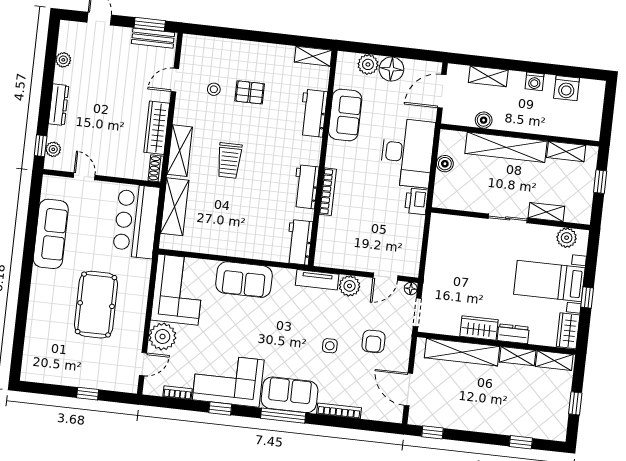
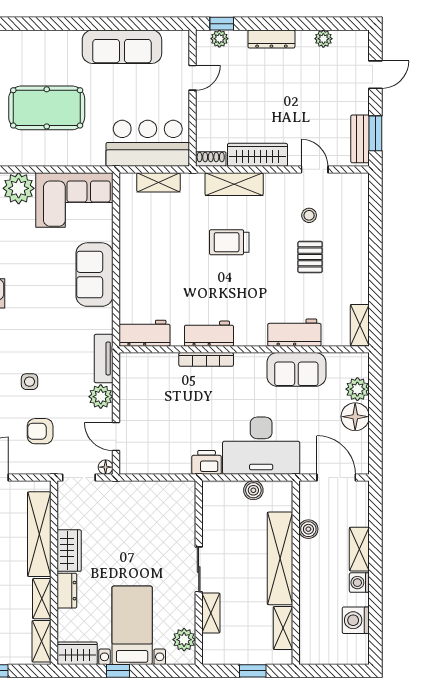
shelving: (488, 76) -> (359, 549), moved
shelving: (175, 207) -> (158, 182), width x0.67, depth x0.75

